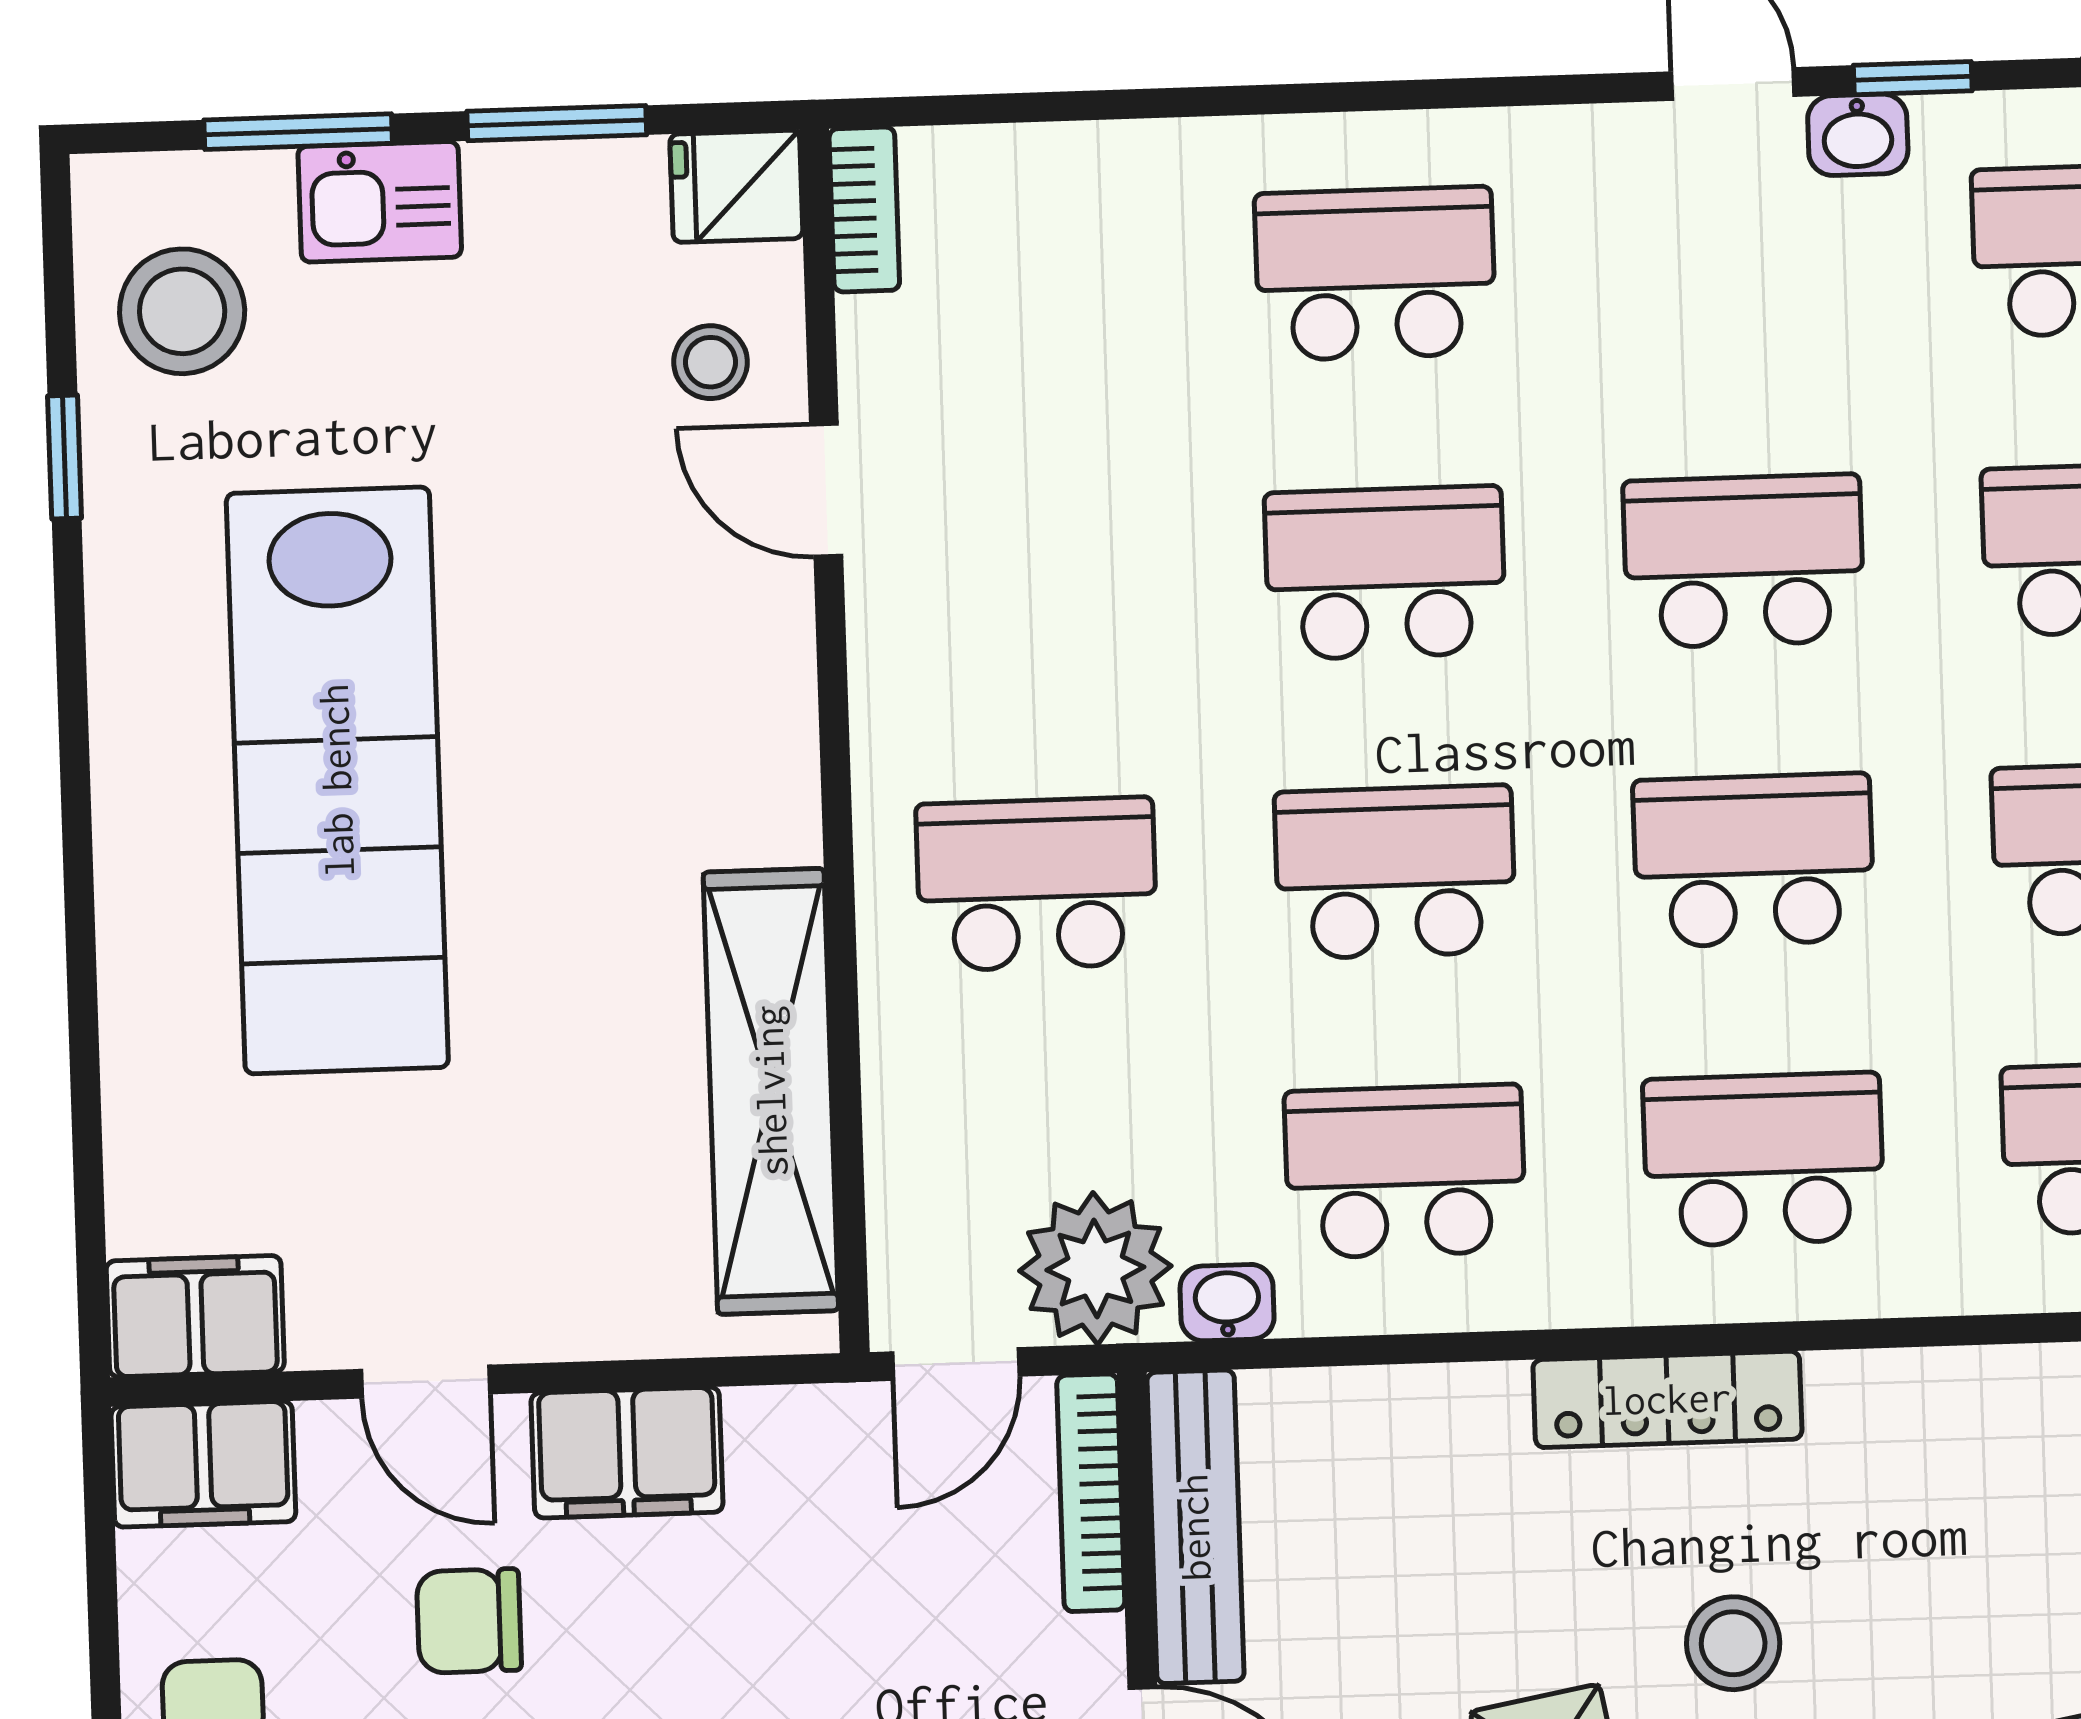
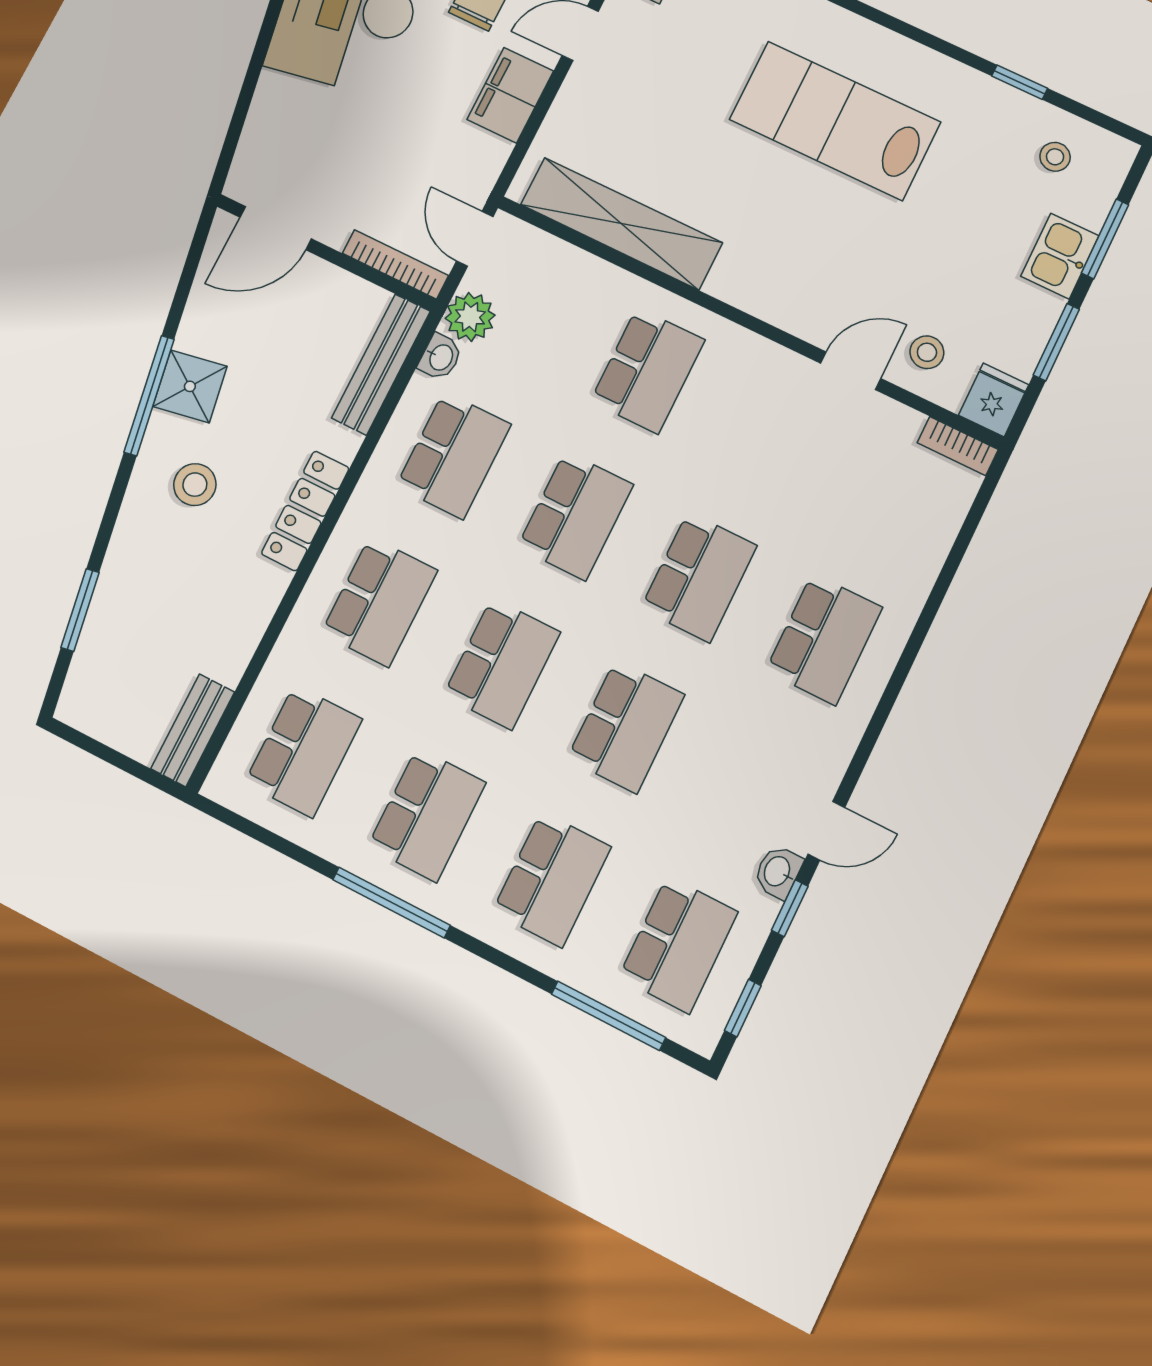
stool: (182, 311) -> (1055, 157), width x0.53, depth x0.53
lab bench: (337, 780) -> (835, 121), width x0.73
plant: (1095, 1268) -> (470, 317), width x0.73, depth x0.73
bench: (1195, 1527) -> (381, 364), moved, turned 90

